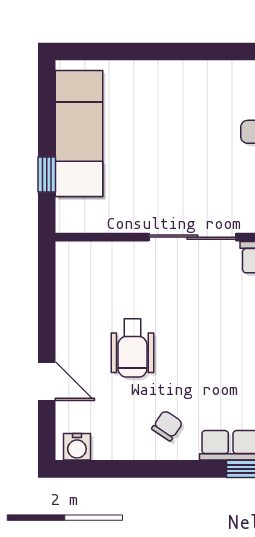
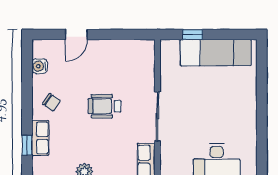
wheelchair: (132, 348) -> (104, 106), moved
water cooler: (77, 447) -> (39, 66), moved

